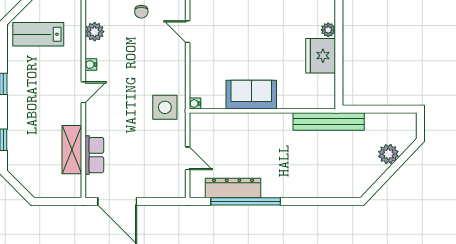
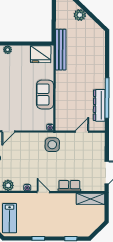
fridge: (321, 56) -> (41, 54), moved
shelving: (72, 150) -> (91, 199), moved
row of seats: (94, 155) -> (69, 186), moved

